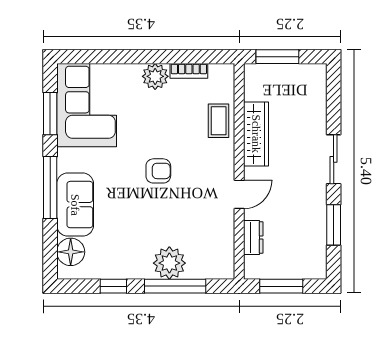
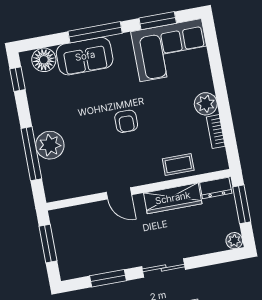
plant: (317, 73) -> (234, 241), added
dresser: (253, 238) -> (216, 188), moved
window: (113, 286) -> (17, 79), moved

